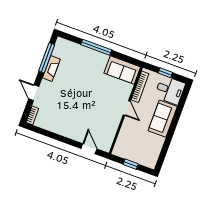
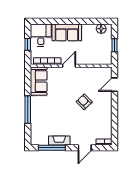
armchair: (83, 110) -> (84, 102), added
floor lamp: (153, 156) -> (101, 29), added

